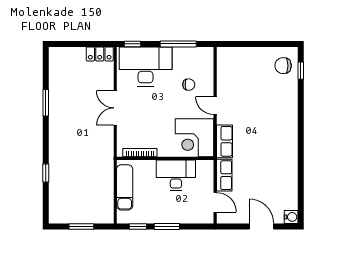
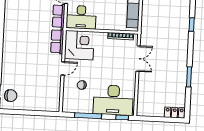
locker: (100, 54) -> (175, 113), moved
door: (215, 106) -> (63, 68), hinge flipped
double door: (115, 108) -> (138, 59), moved
desk: (176, 175) -> (81, 17), moved

